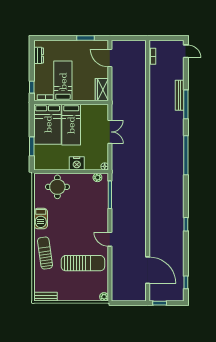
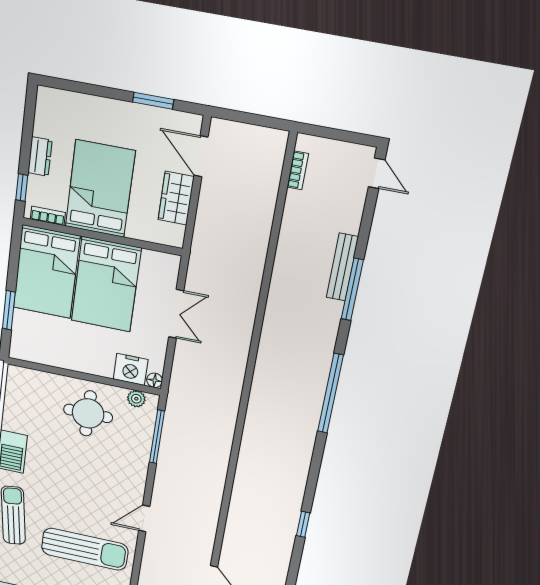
dresser: (39, 55) -> (40, 157), moved
bed: (63, 81) -> (100, 189), width x1.50
wardrobe: (102, 90) -> (176, 198), moved
bed: (71, 125) -> (106, 284), width x1.50
nightstand: (77, 163) -> (131, 369), moved
round table: (57, 187) -> (88, 413), moved
door: (110, 239) -> (144, 518), hinge flipped

